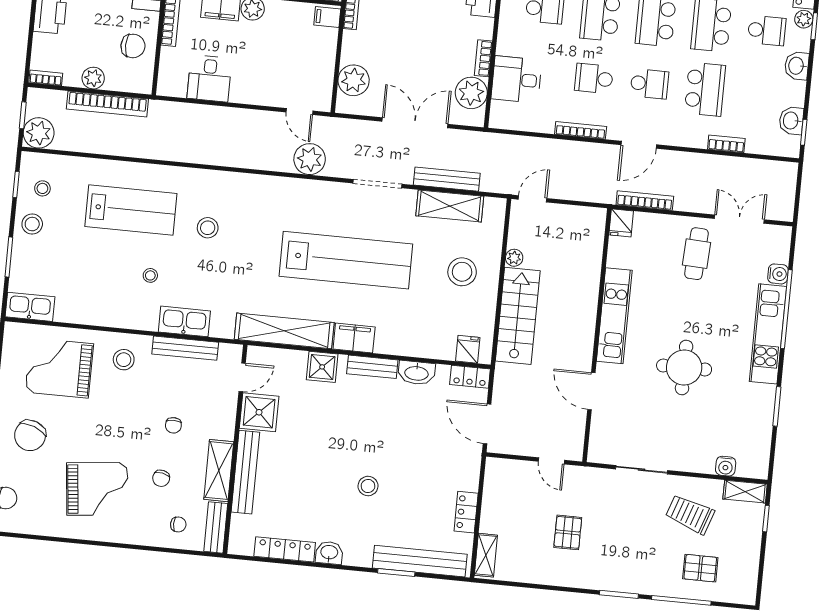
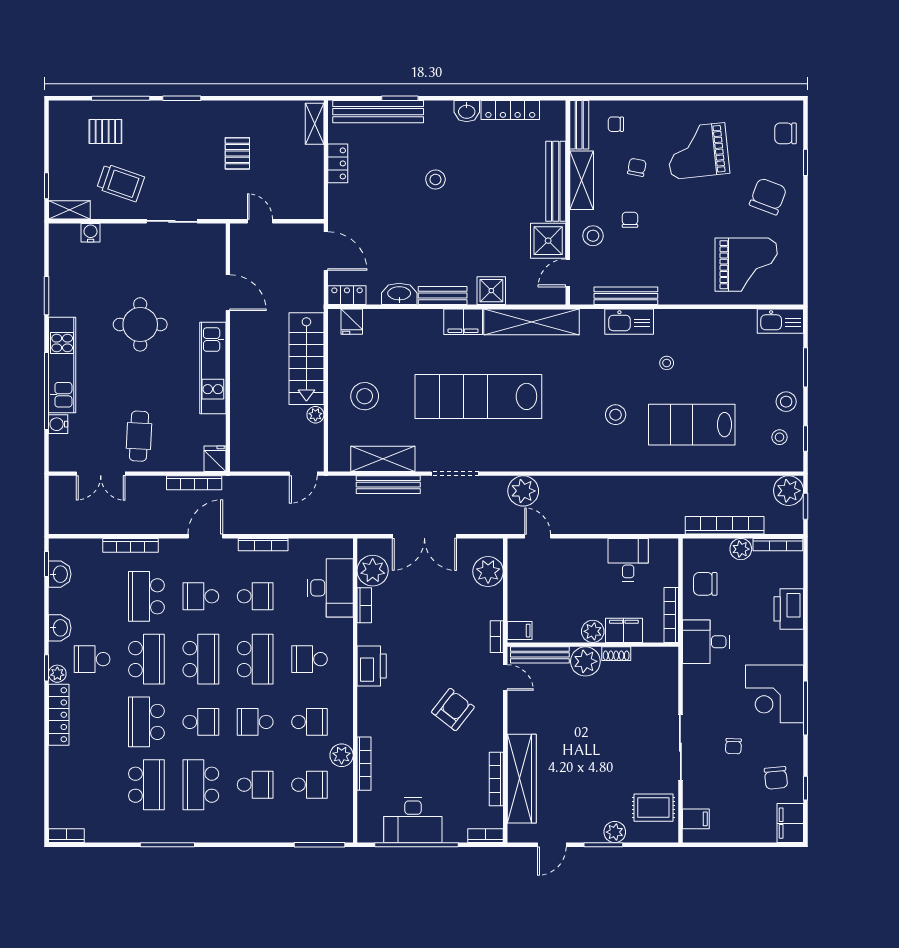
bookcase: (46, 78) -> (778, 545), width x1.56
desk: (517, 79) -> (330, 588), width x1.37
bookcase: (726, 144) -> (130, 545), width x1.56
stool: (124, 360) -> (593, 236), moved

